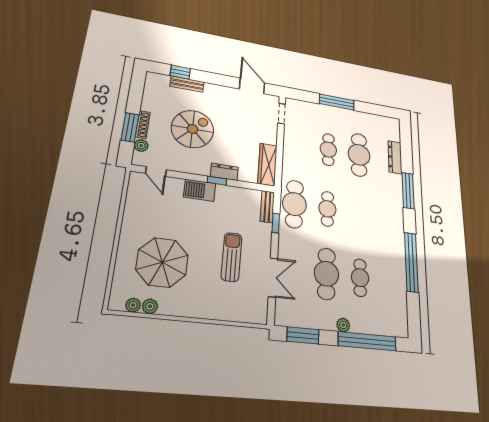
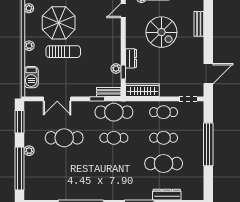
window: (180, 72) -> (208, 18), removed
window: (337, 102) -> (208, 144), width x1.46
window: (217, 181) -> (123, 72), moved
barbecue: (200, 190) -> (31, 77), moved, turned 180
plant: (236, 193) -> (116, 68), added
sun lounger: (232, 257) -> (63, 52), moved
cafe table: (360, 278) -> (164, 112), moved
plant: (150, 306) -> (29, 46), moved

